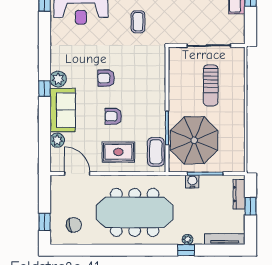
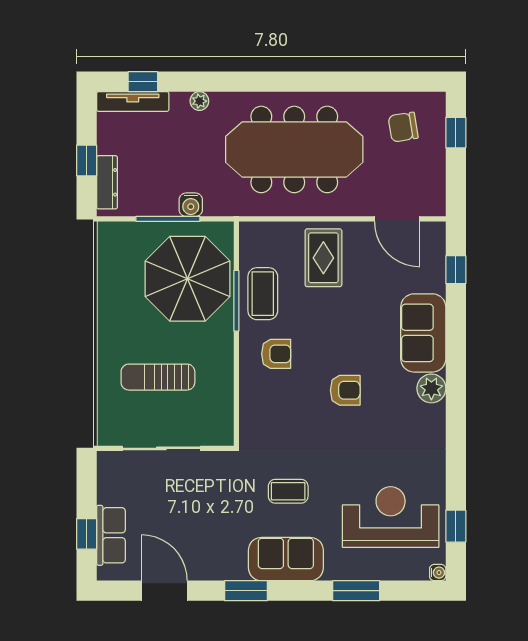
coffee table: (138, 22) -> (288, 491), turned 90
sun lounger: (211, 85) -> (158, 377), turned -90
window: (45, 89) -> (456, 270), moved
armchair: (113, 116) -> (276, 354), moved
plant: (57, 140) -> (433, 279), removed
rug: (118, 152) -> (323, 258), turned 90
coffee table: (156, 152) -> (263, 294), moved
window: (186, 250) -> (143, 82), moved

